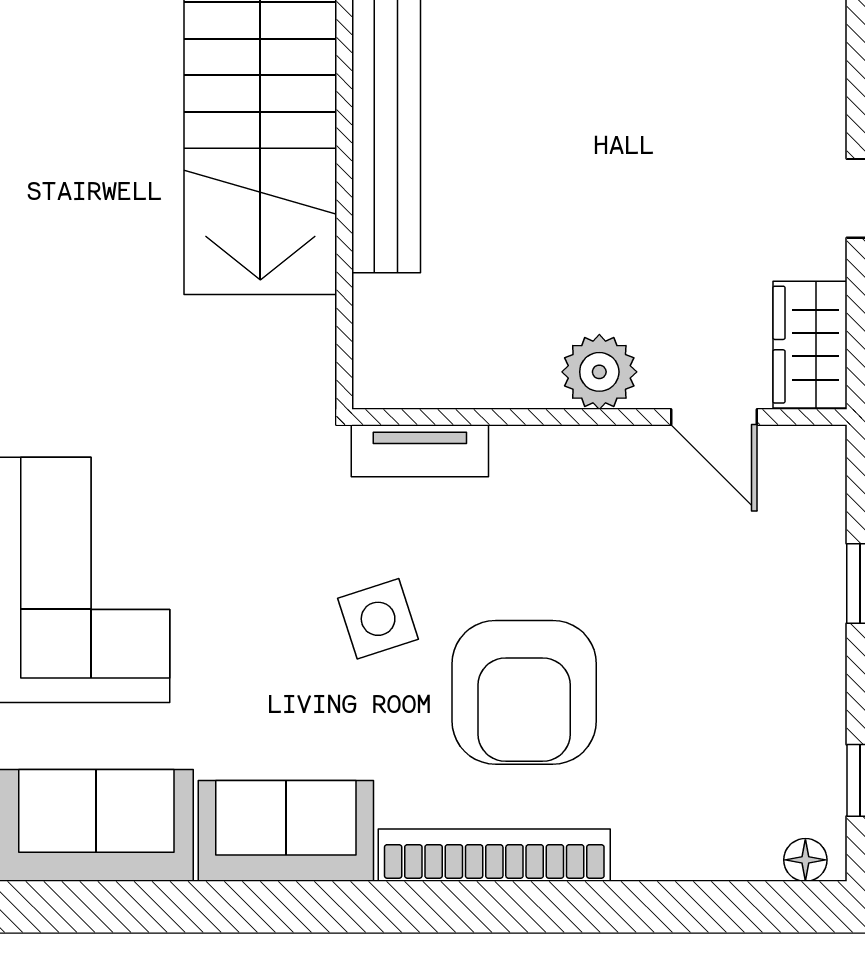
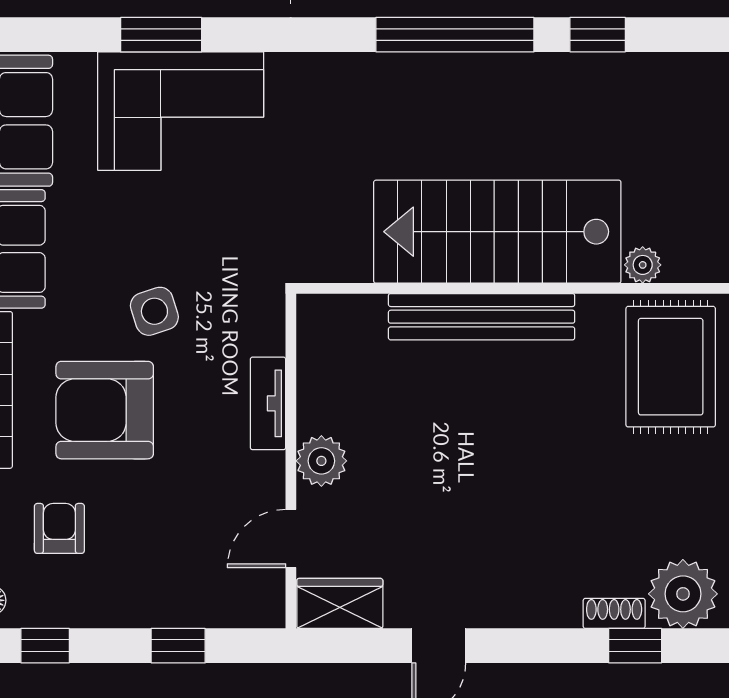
tv unit: (420, 451) -> (268, 403), moved
armchair: (699, 759) -> (59, 528), added

